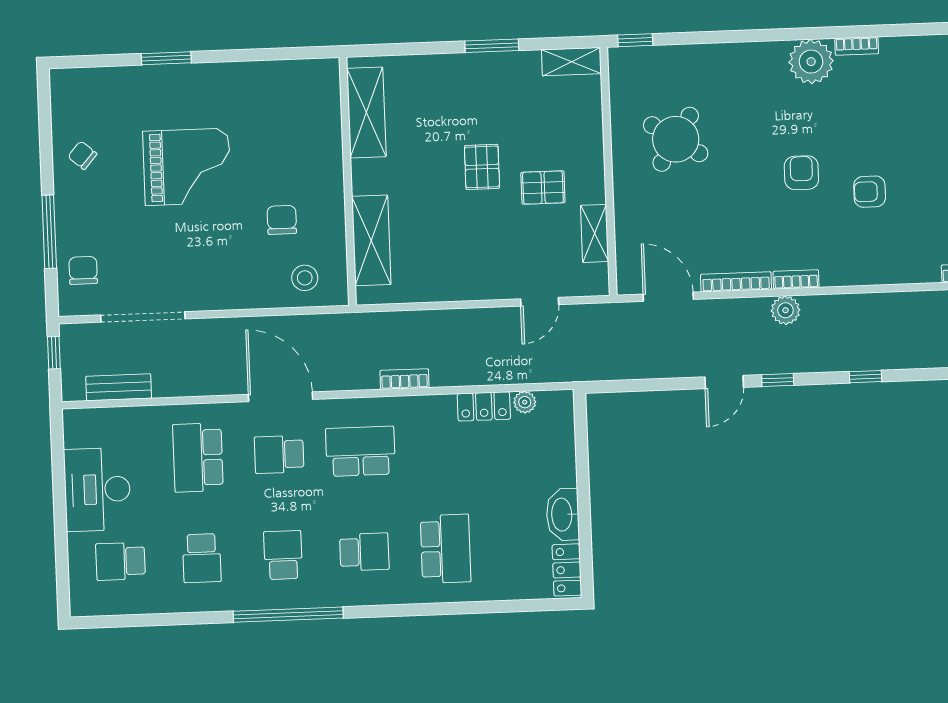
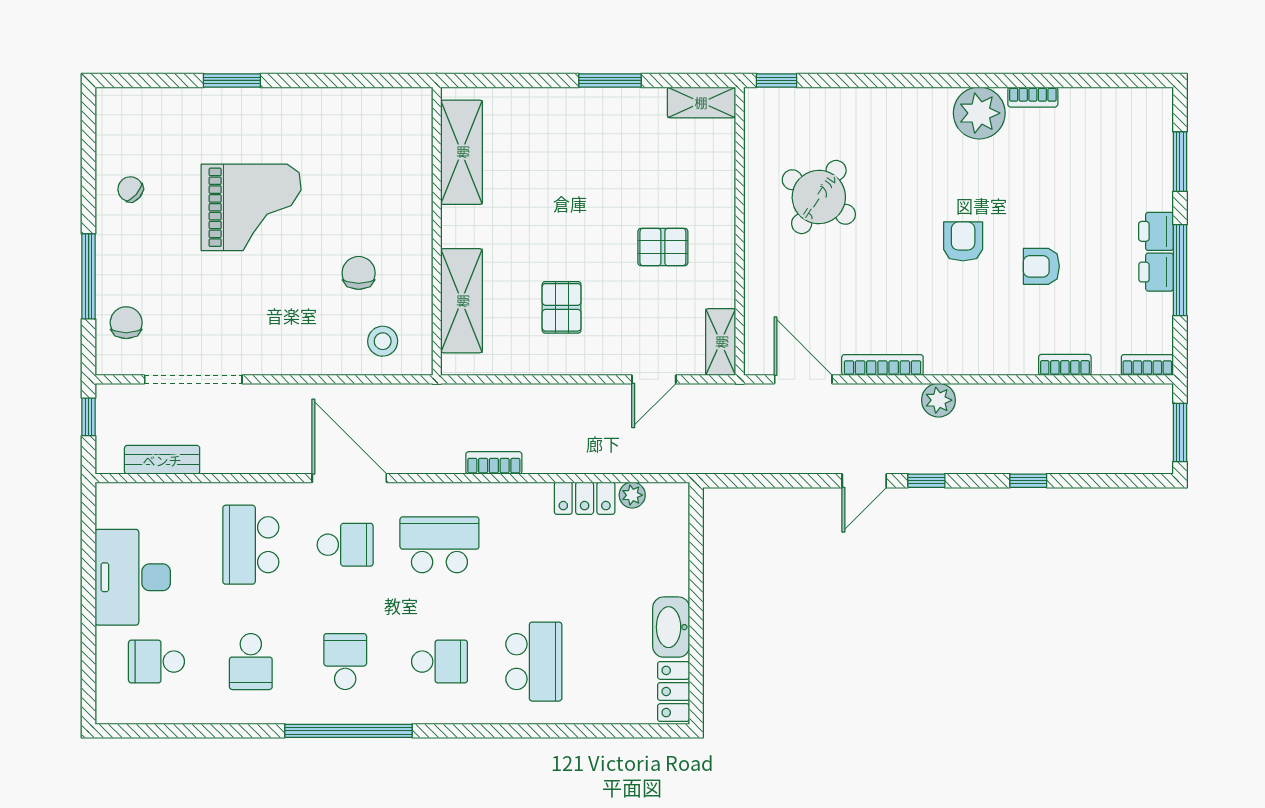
pallet: (482, 167) -> (562, 307), moved
shelving: (595, 233) -> (721, 342), moved
bookcase: (796, 279) -> (1065, 365), moved
school desk: (279, 454) -> (345, 545), turned 180

